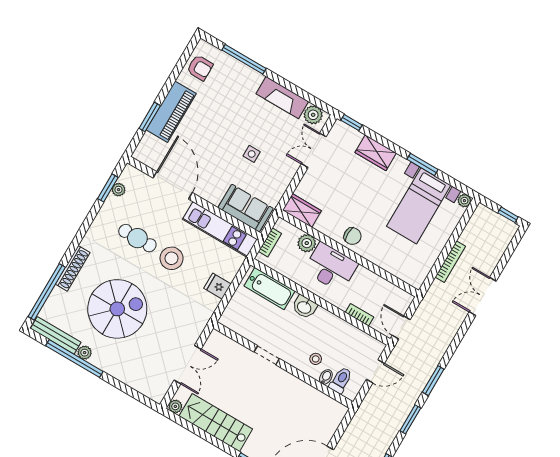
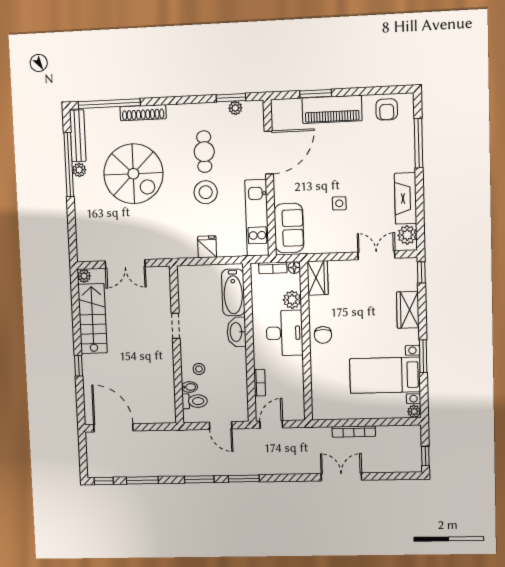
floor lamp: (281, 224) -> (294, 268), added
washbasin: (304, 307) -> (237, 332), width x1.38

